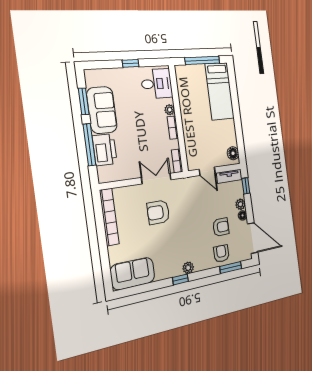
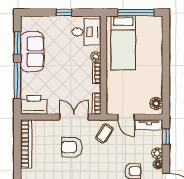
bed: (220, 91) -> (123, 43), moved
printer: (105, 150) -> (34, 105), moved, turned -90
coffee table: (189, 192) -> (104, 134), added

